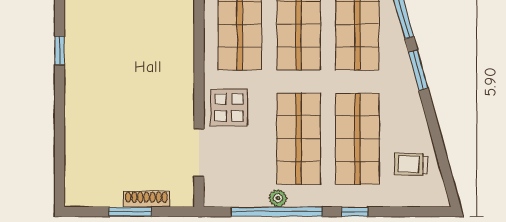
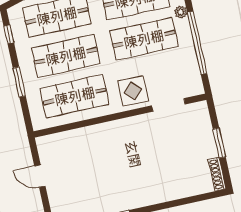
plant: (278, 198) -> (181, 12), moved
shoe rack: (146, 199) -> (217, 174), moved

